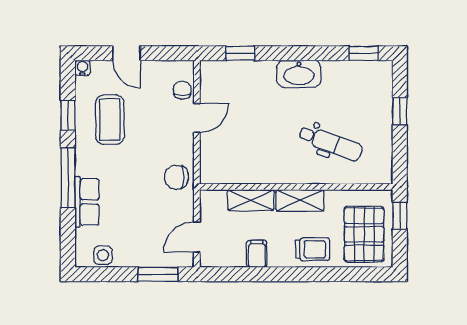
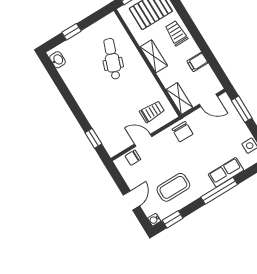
window: (363, 53) -> (52, 71), removed
washbasin: (299, 74) -> (58, 60), moved, width x0.52, depth x0.69
window: (68, 115) -> (173, 219), moved
trolley: (228, 153) -> (152, 112), added
shelving: (251, 200) -> (179, 99), moved

